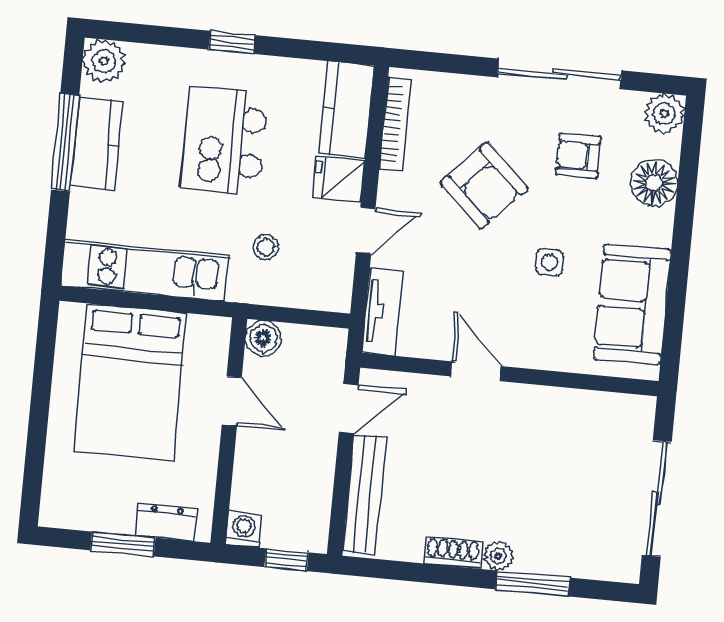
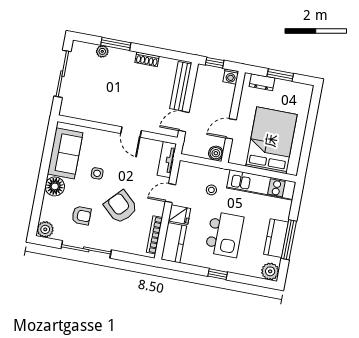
floor lamp: (654, 183) -> (55, 186), moved
door: (232, 401) -> (231, 129), hinge flipped
plant: (498, 556) -> (102, 51), moved

